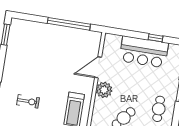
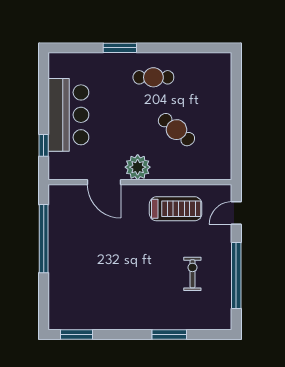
window: (155, 38) -> (44, 145), moved
exercise bike: (28, 101) -> (192, 274), moved

